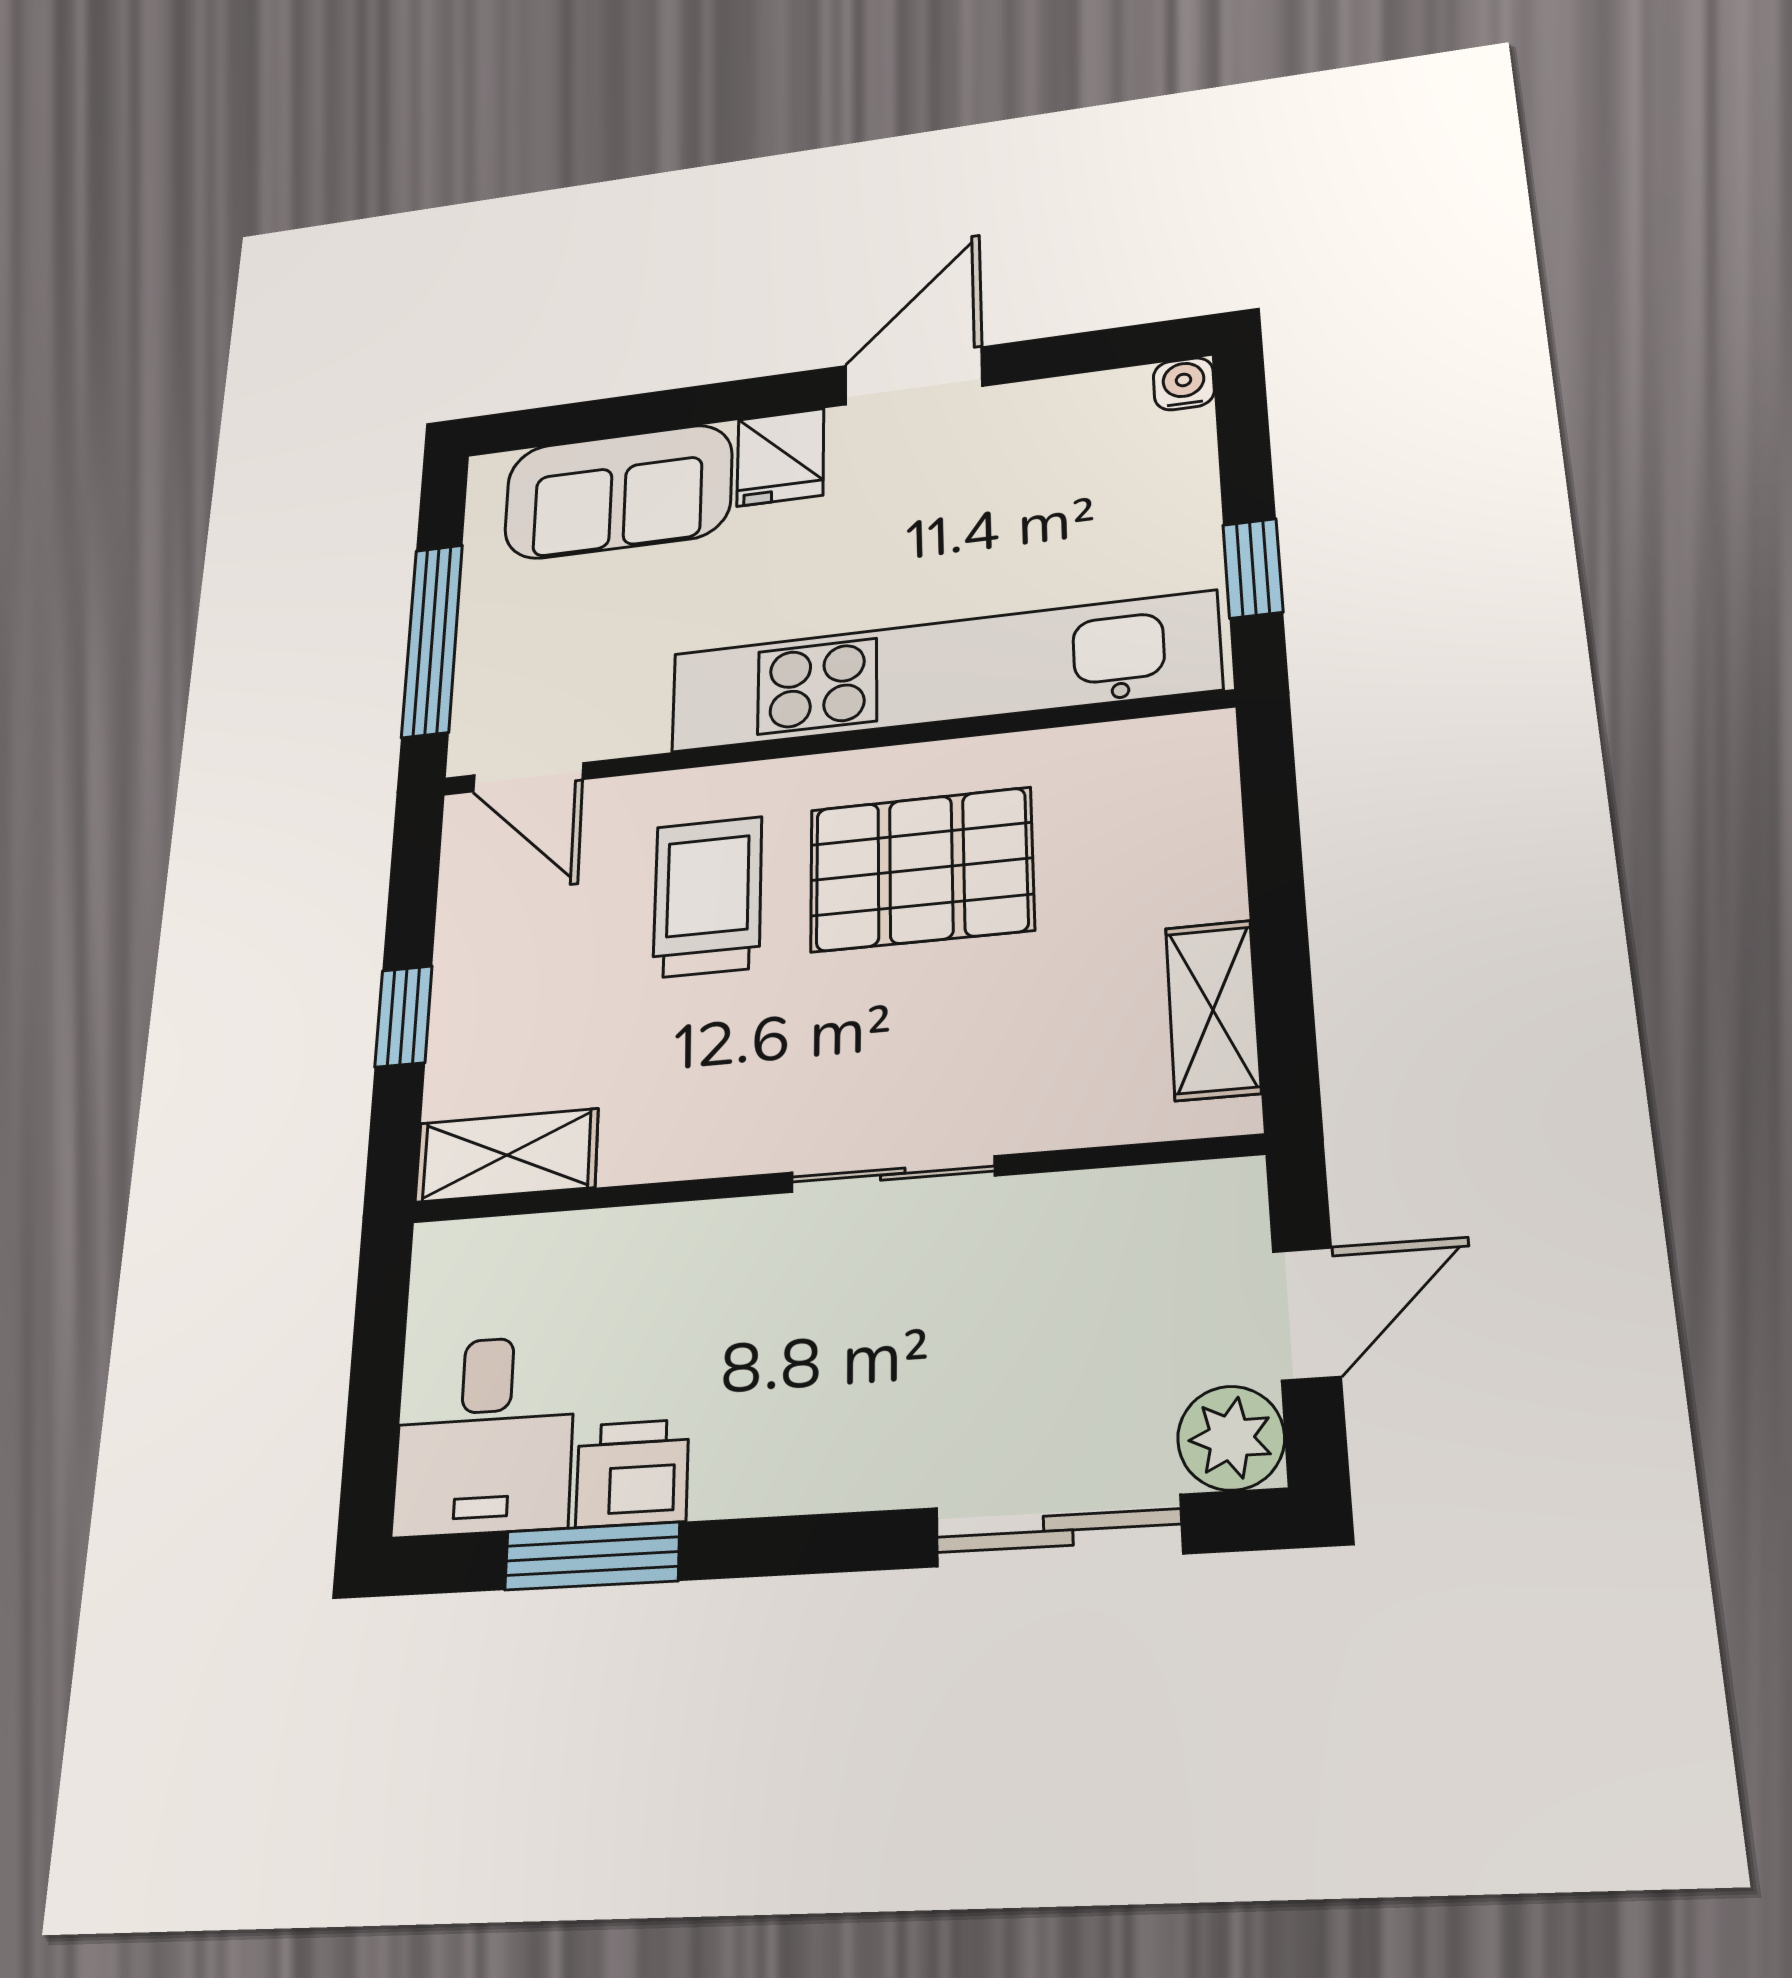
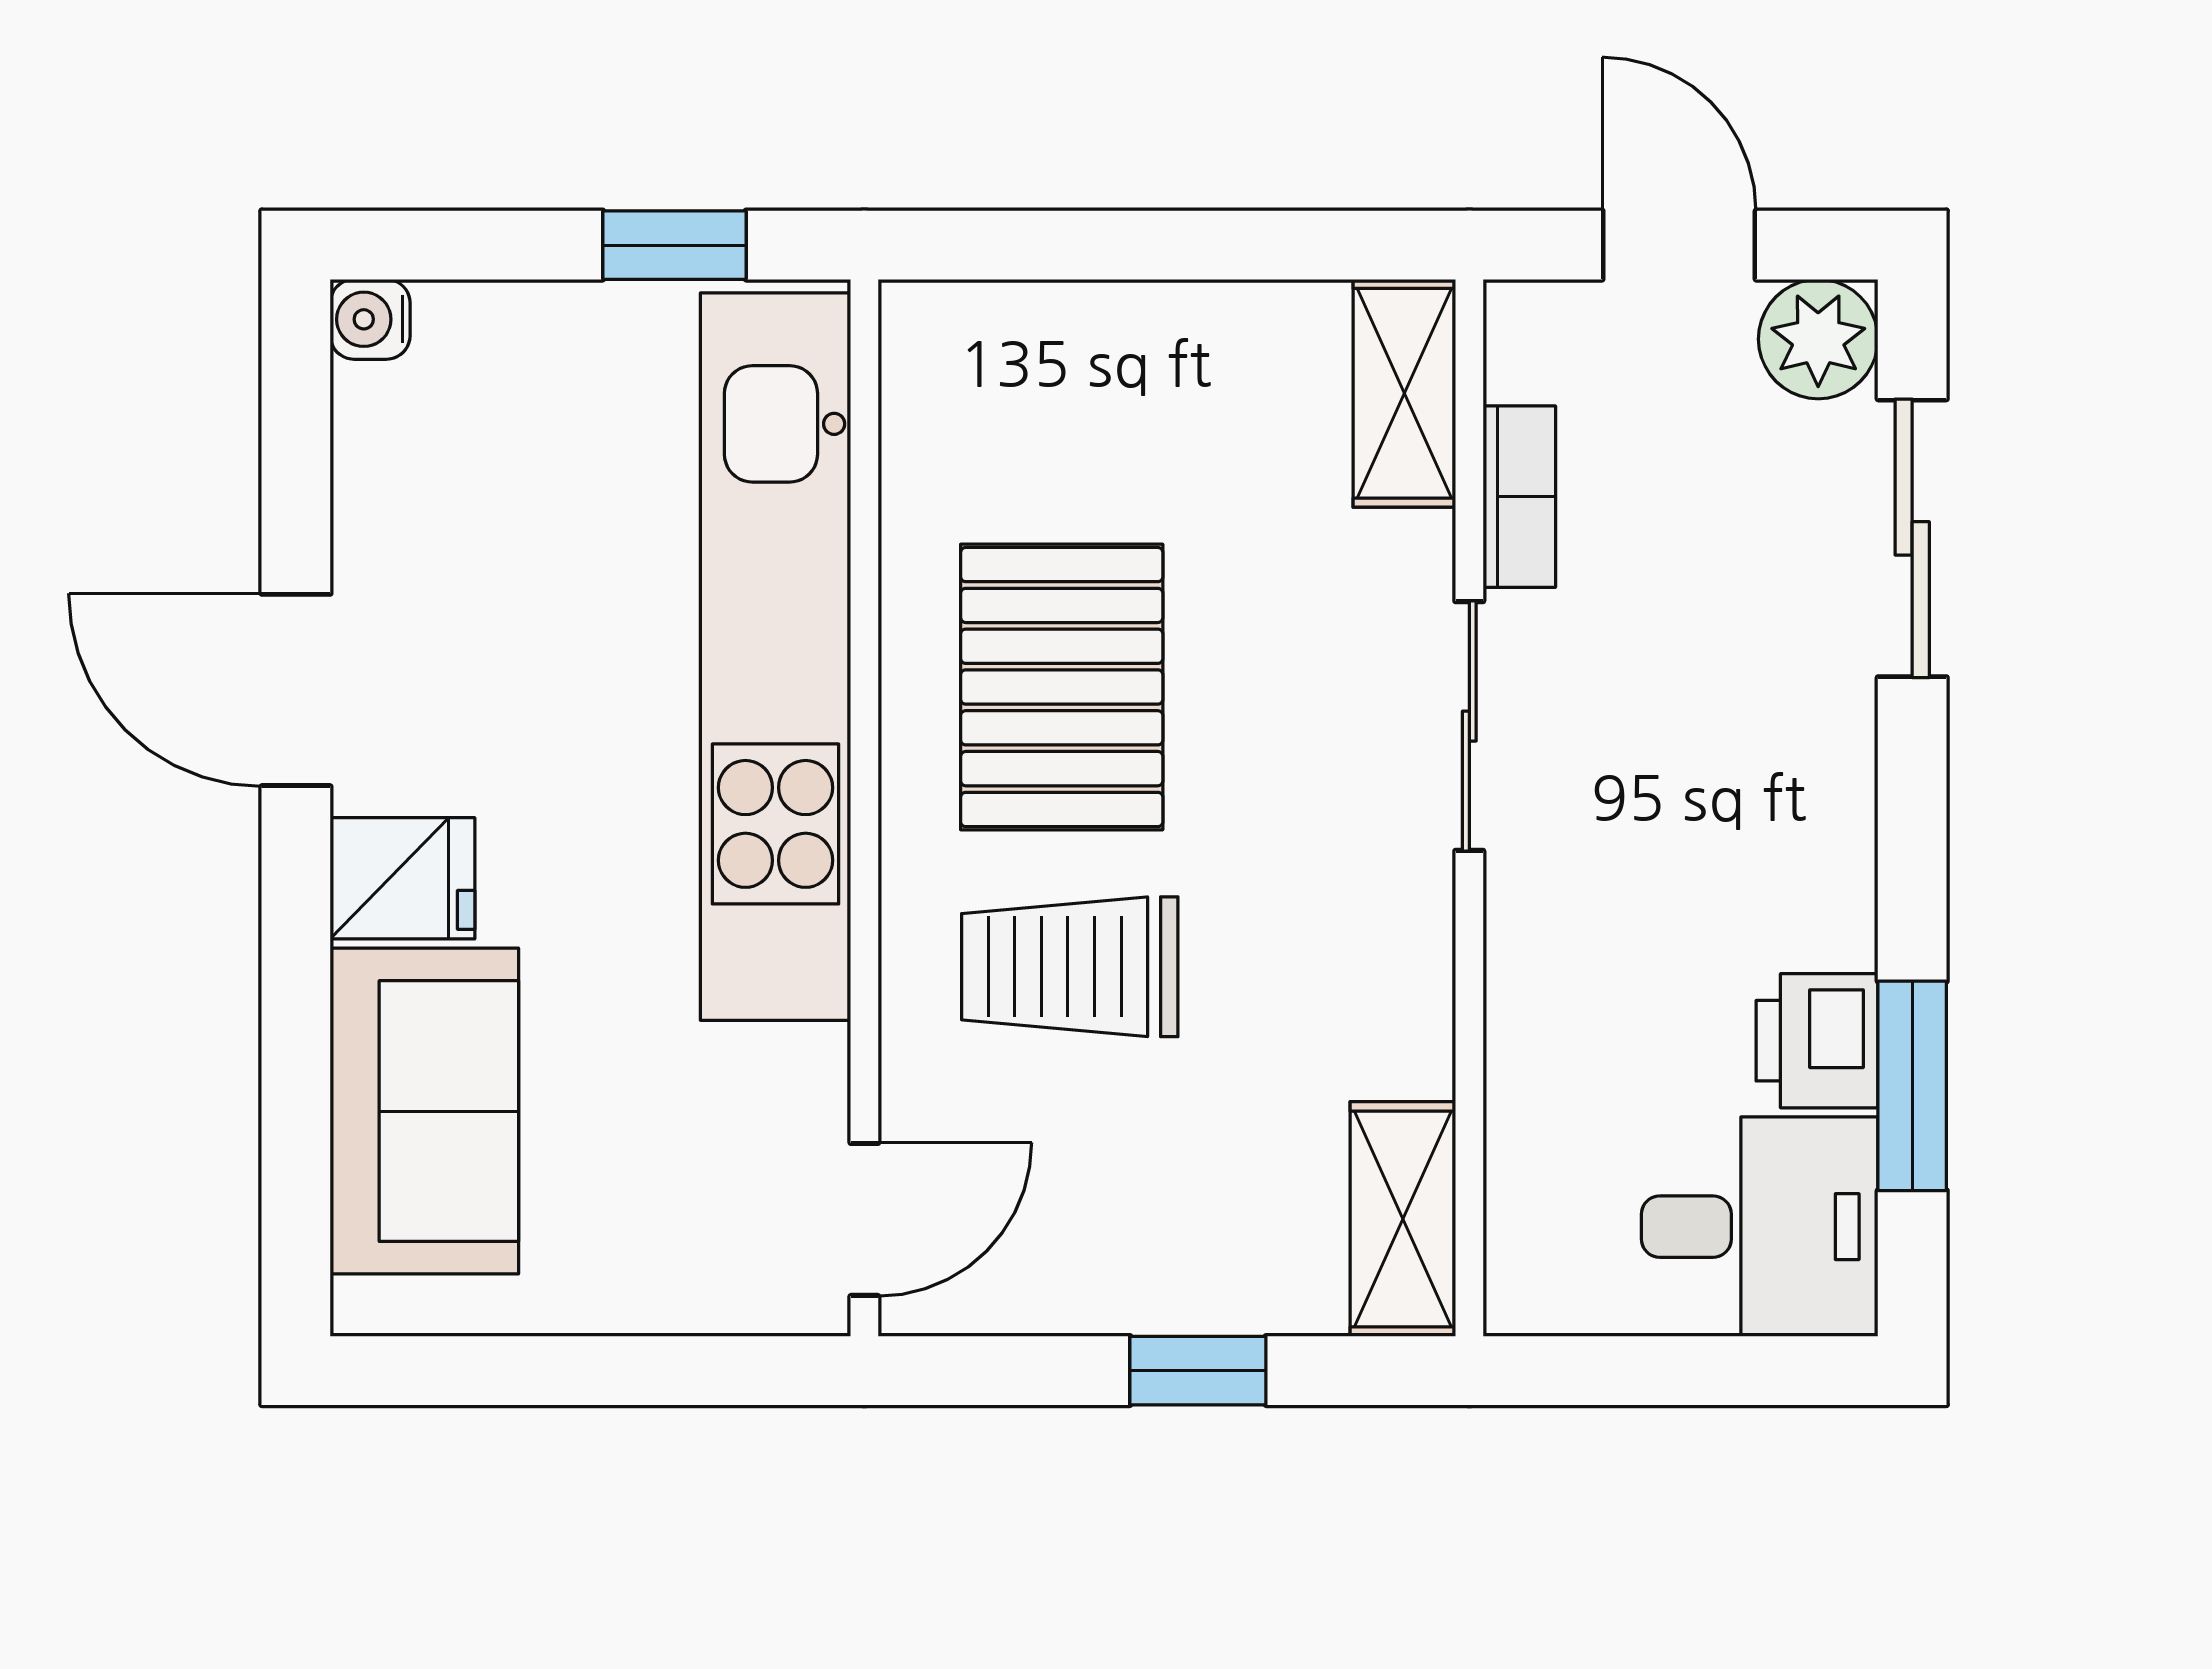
window: (432, 640) -> (631, 1371), removed
shelving: (1213, 1010) -> (1404, 393), moved, turned 90
bookcase: (1083, 1198) -> (1519, 497), added

